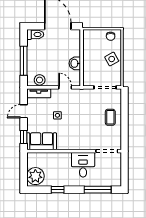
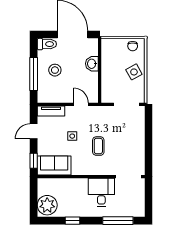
washbasin: (75, 63) -> (92, 64), moved
stool: (40, 80) -> (55, 70), moved
coffee table: (110, 117) -> (98, 146), moved

